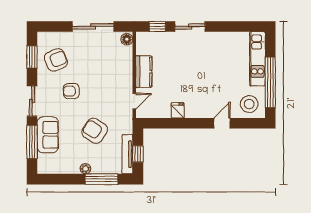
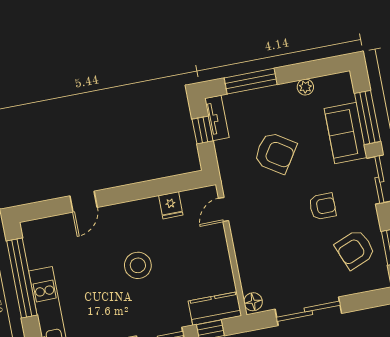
kitchen counter: (144, 72) -> (215, 308), moved, turned 90
stool: (249, 104) -> (138, 265), moved
fridge: (178, 110) -> (171, 205), moved
tv unit: (127, 154) -> (217, 118), width x0.71
plant: (85, 169) -> (305, 87), moved

